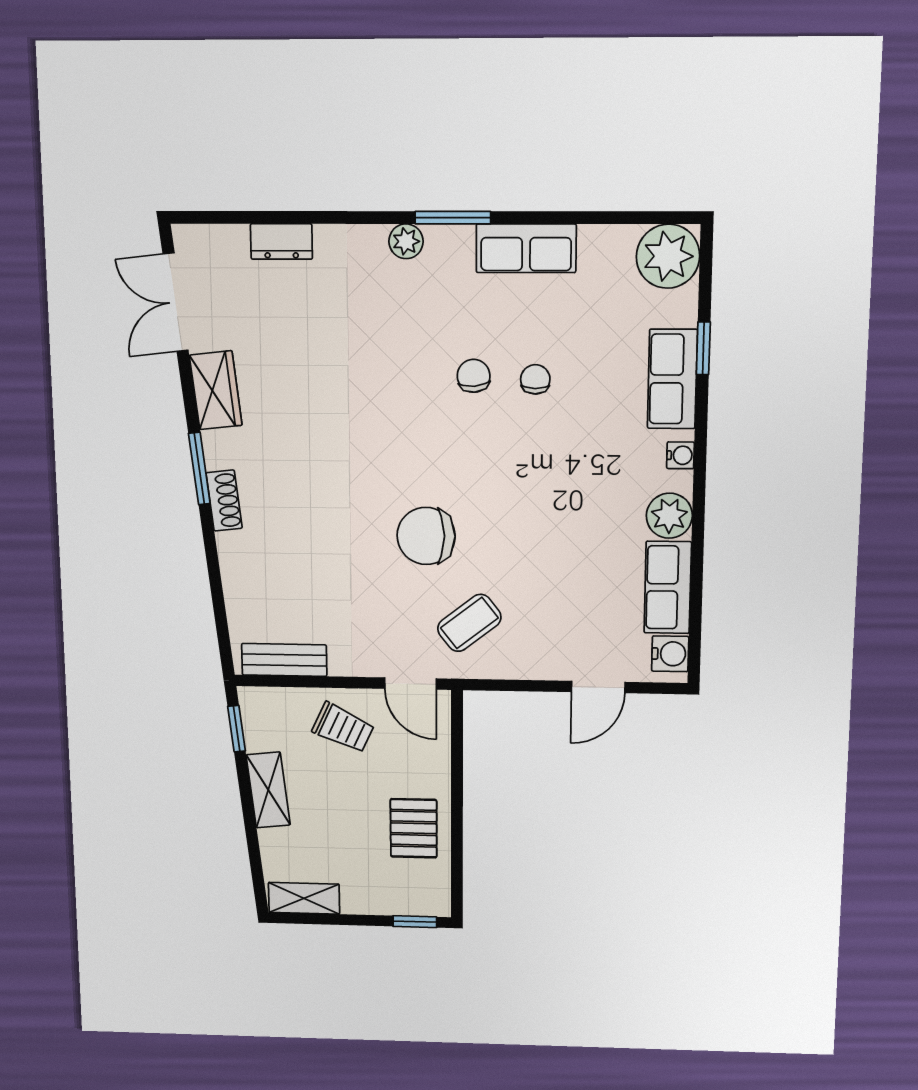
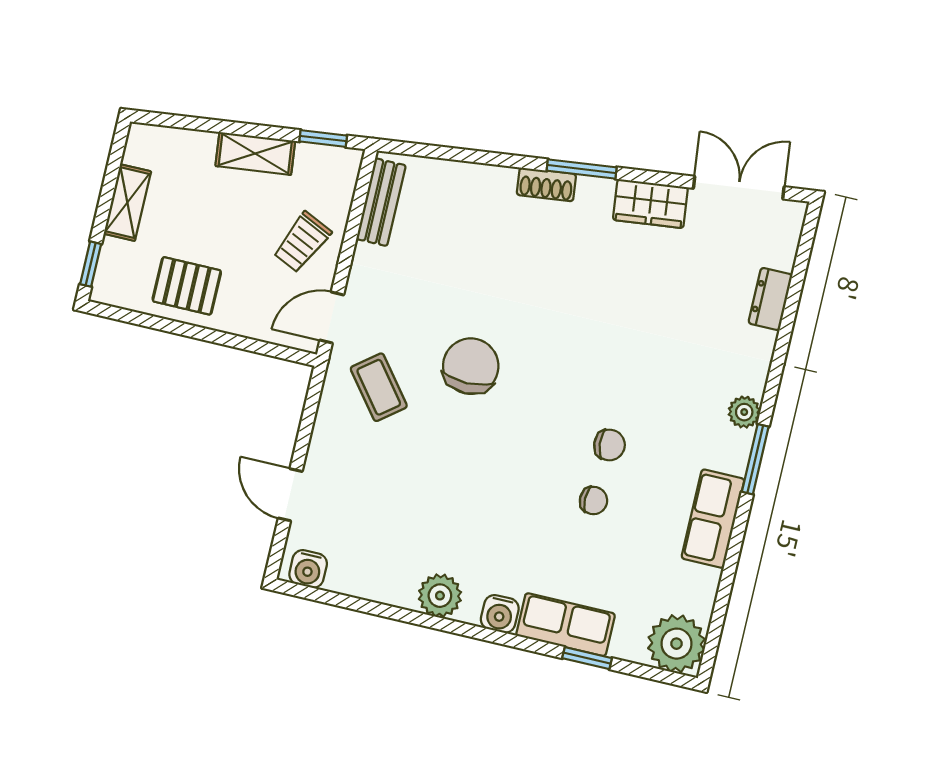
water cooler: (680, 455) -> (500, 614), width x1.38, depth x1.38
row of seats: (668, 587) -> (372, 580), removed
shelving: (304, 898) -> (127, 203), moved

